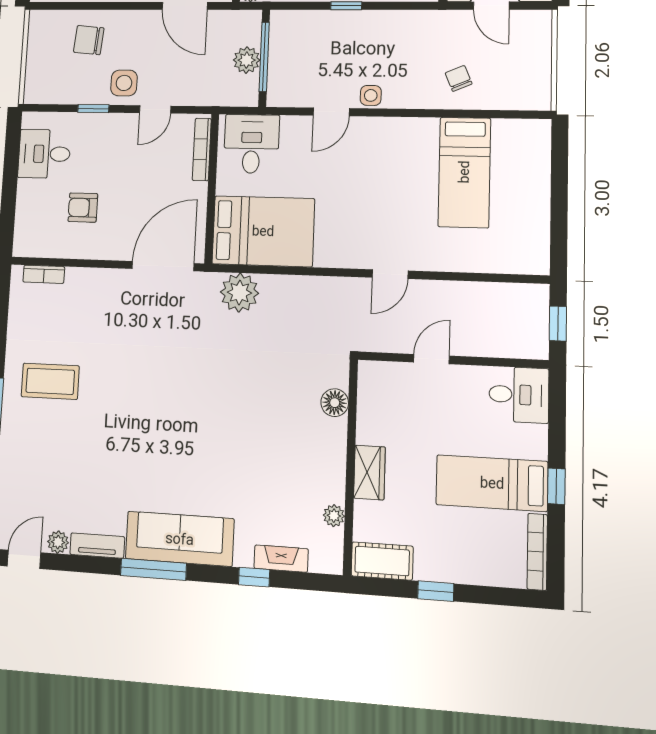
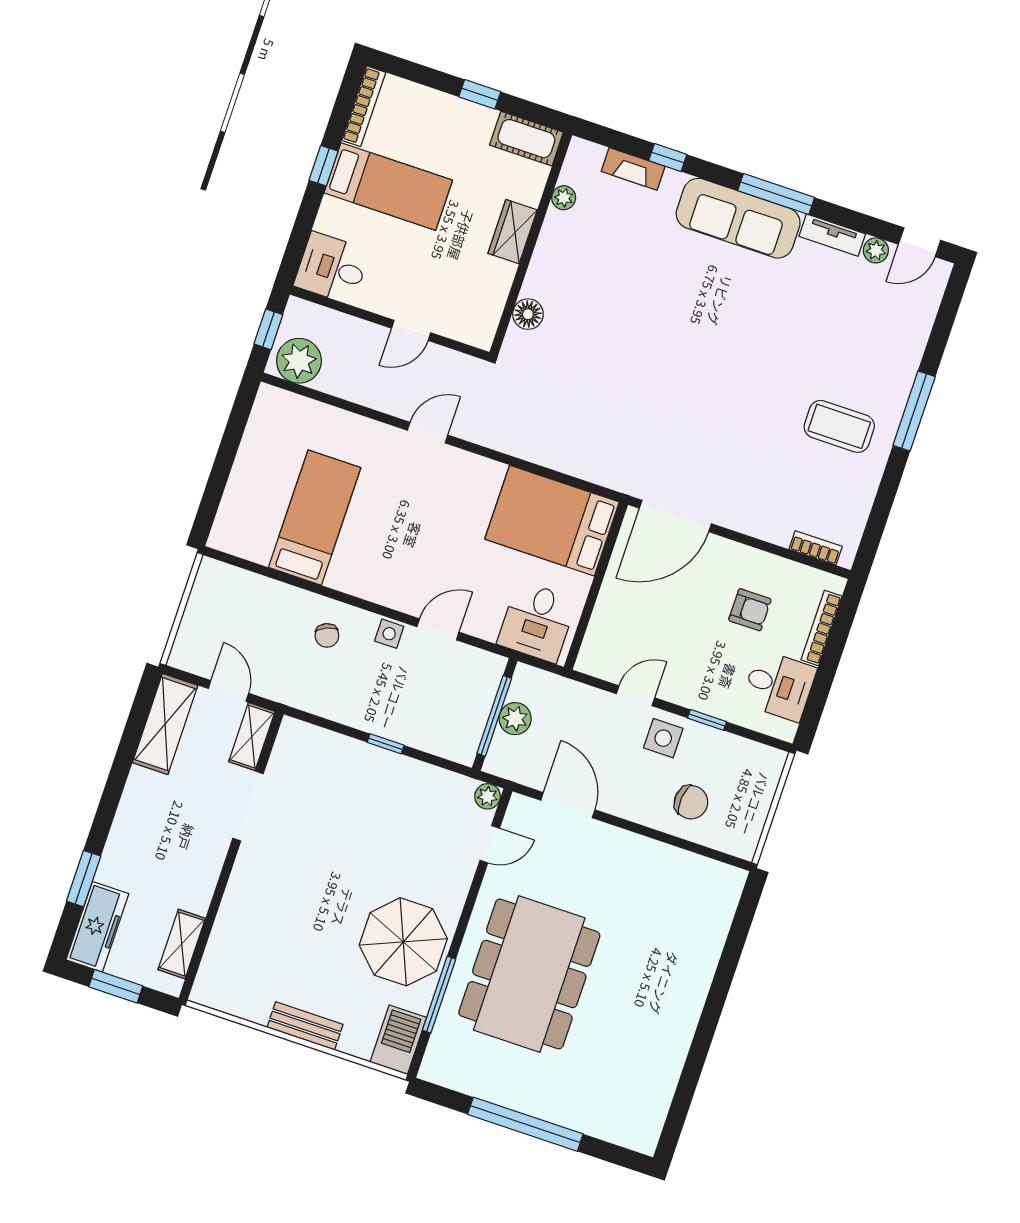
chair: (459, 78) -> (327, 635), moved
bookcase: (202, 149) -> (821, 628), moved, turned 180
plant: (239, 293) -> (299, 361), moved

